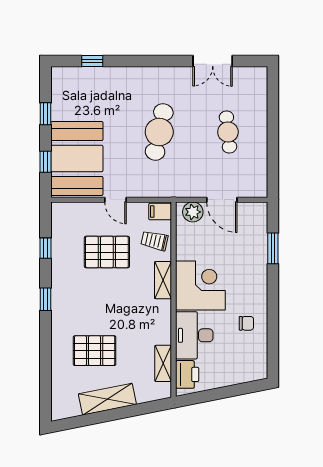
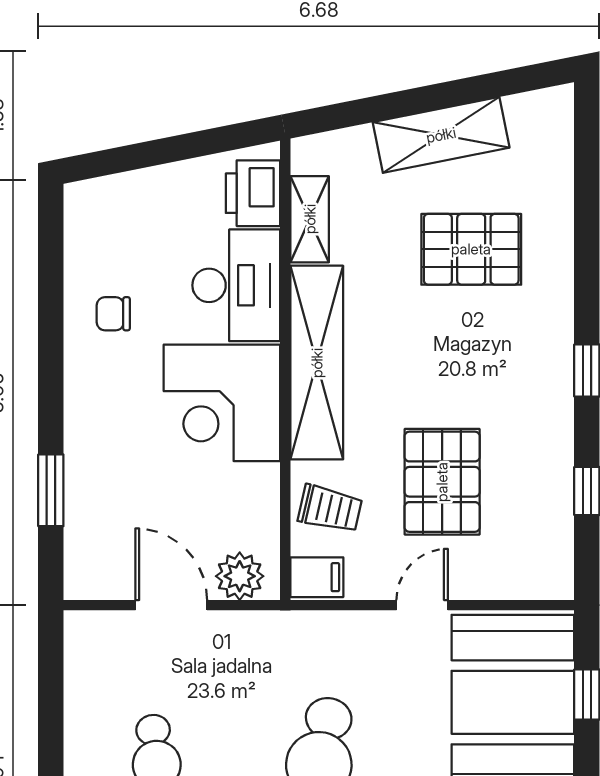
door: (115, 200) -> (422, 605), hinge flipped
pallet: (107, 252) -> (442, 482), turned 90
shelving: (163, 280) -> (317, 363), width x2.20, depth x1.33

